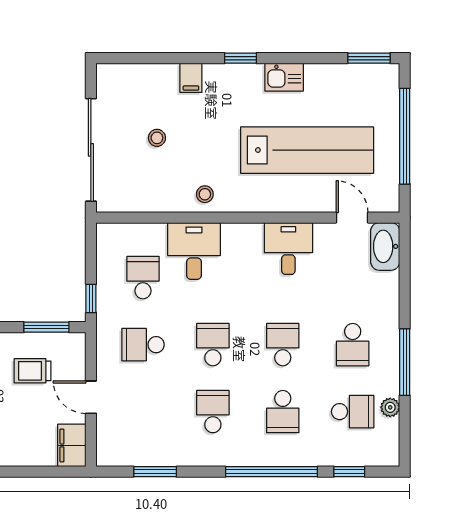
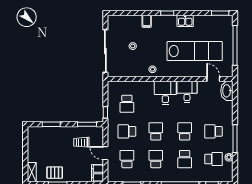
desk: (194, 251) -> (165, 93), moved
school desk: (143, 278) -> (127, 104), turned 180
school desk: (353, 345) -> (213, 131), turned 90
school desk: (143, 412) -> (127, 159), added

